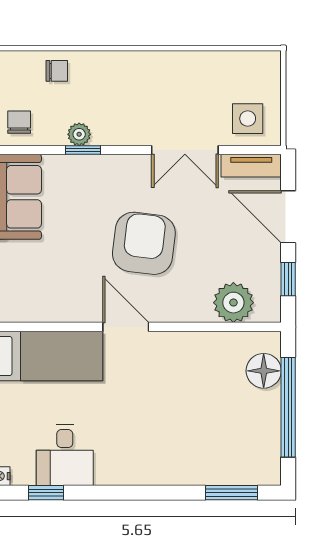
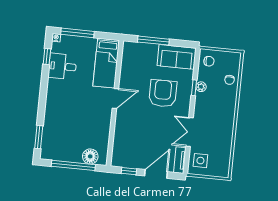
armchair: (144, 243) -> (163, 93), moved, turned -97
plant: (233, 303) -> (121, 146), removed

